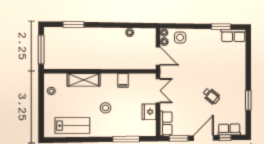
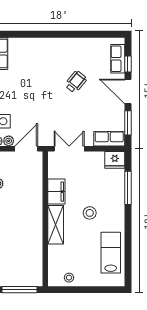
shelving: (84, 80) -> (56, 225), moved
filing cabinet: (123, 80) -> (56, 192), width x2.00
window: (248, 100) -> (81, 34), removed
fridge: (149, 112) -> (115, 160), moved

